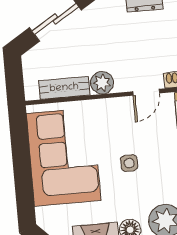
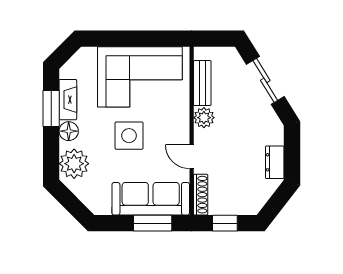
side table: (129, 163) -> (129, 136), width x1.87, depth x1.87

